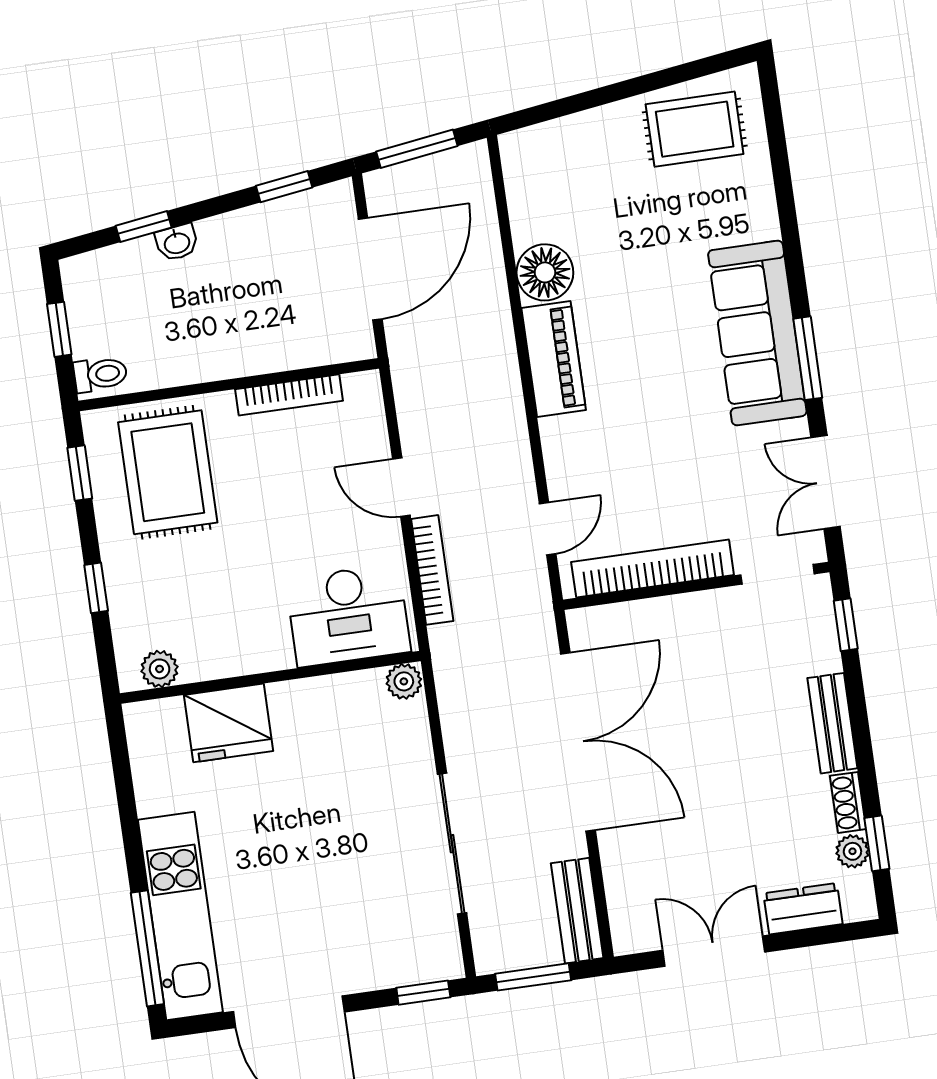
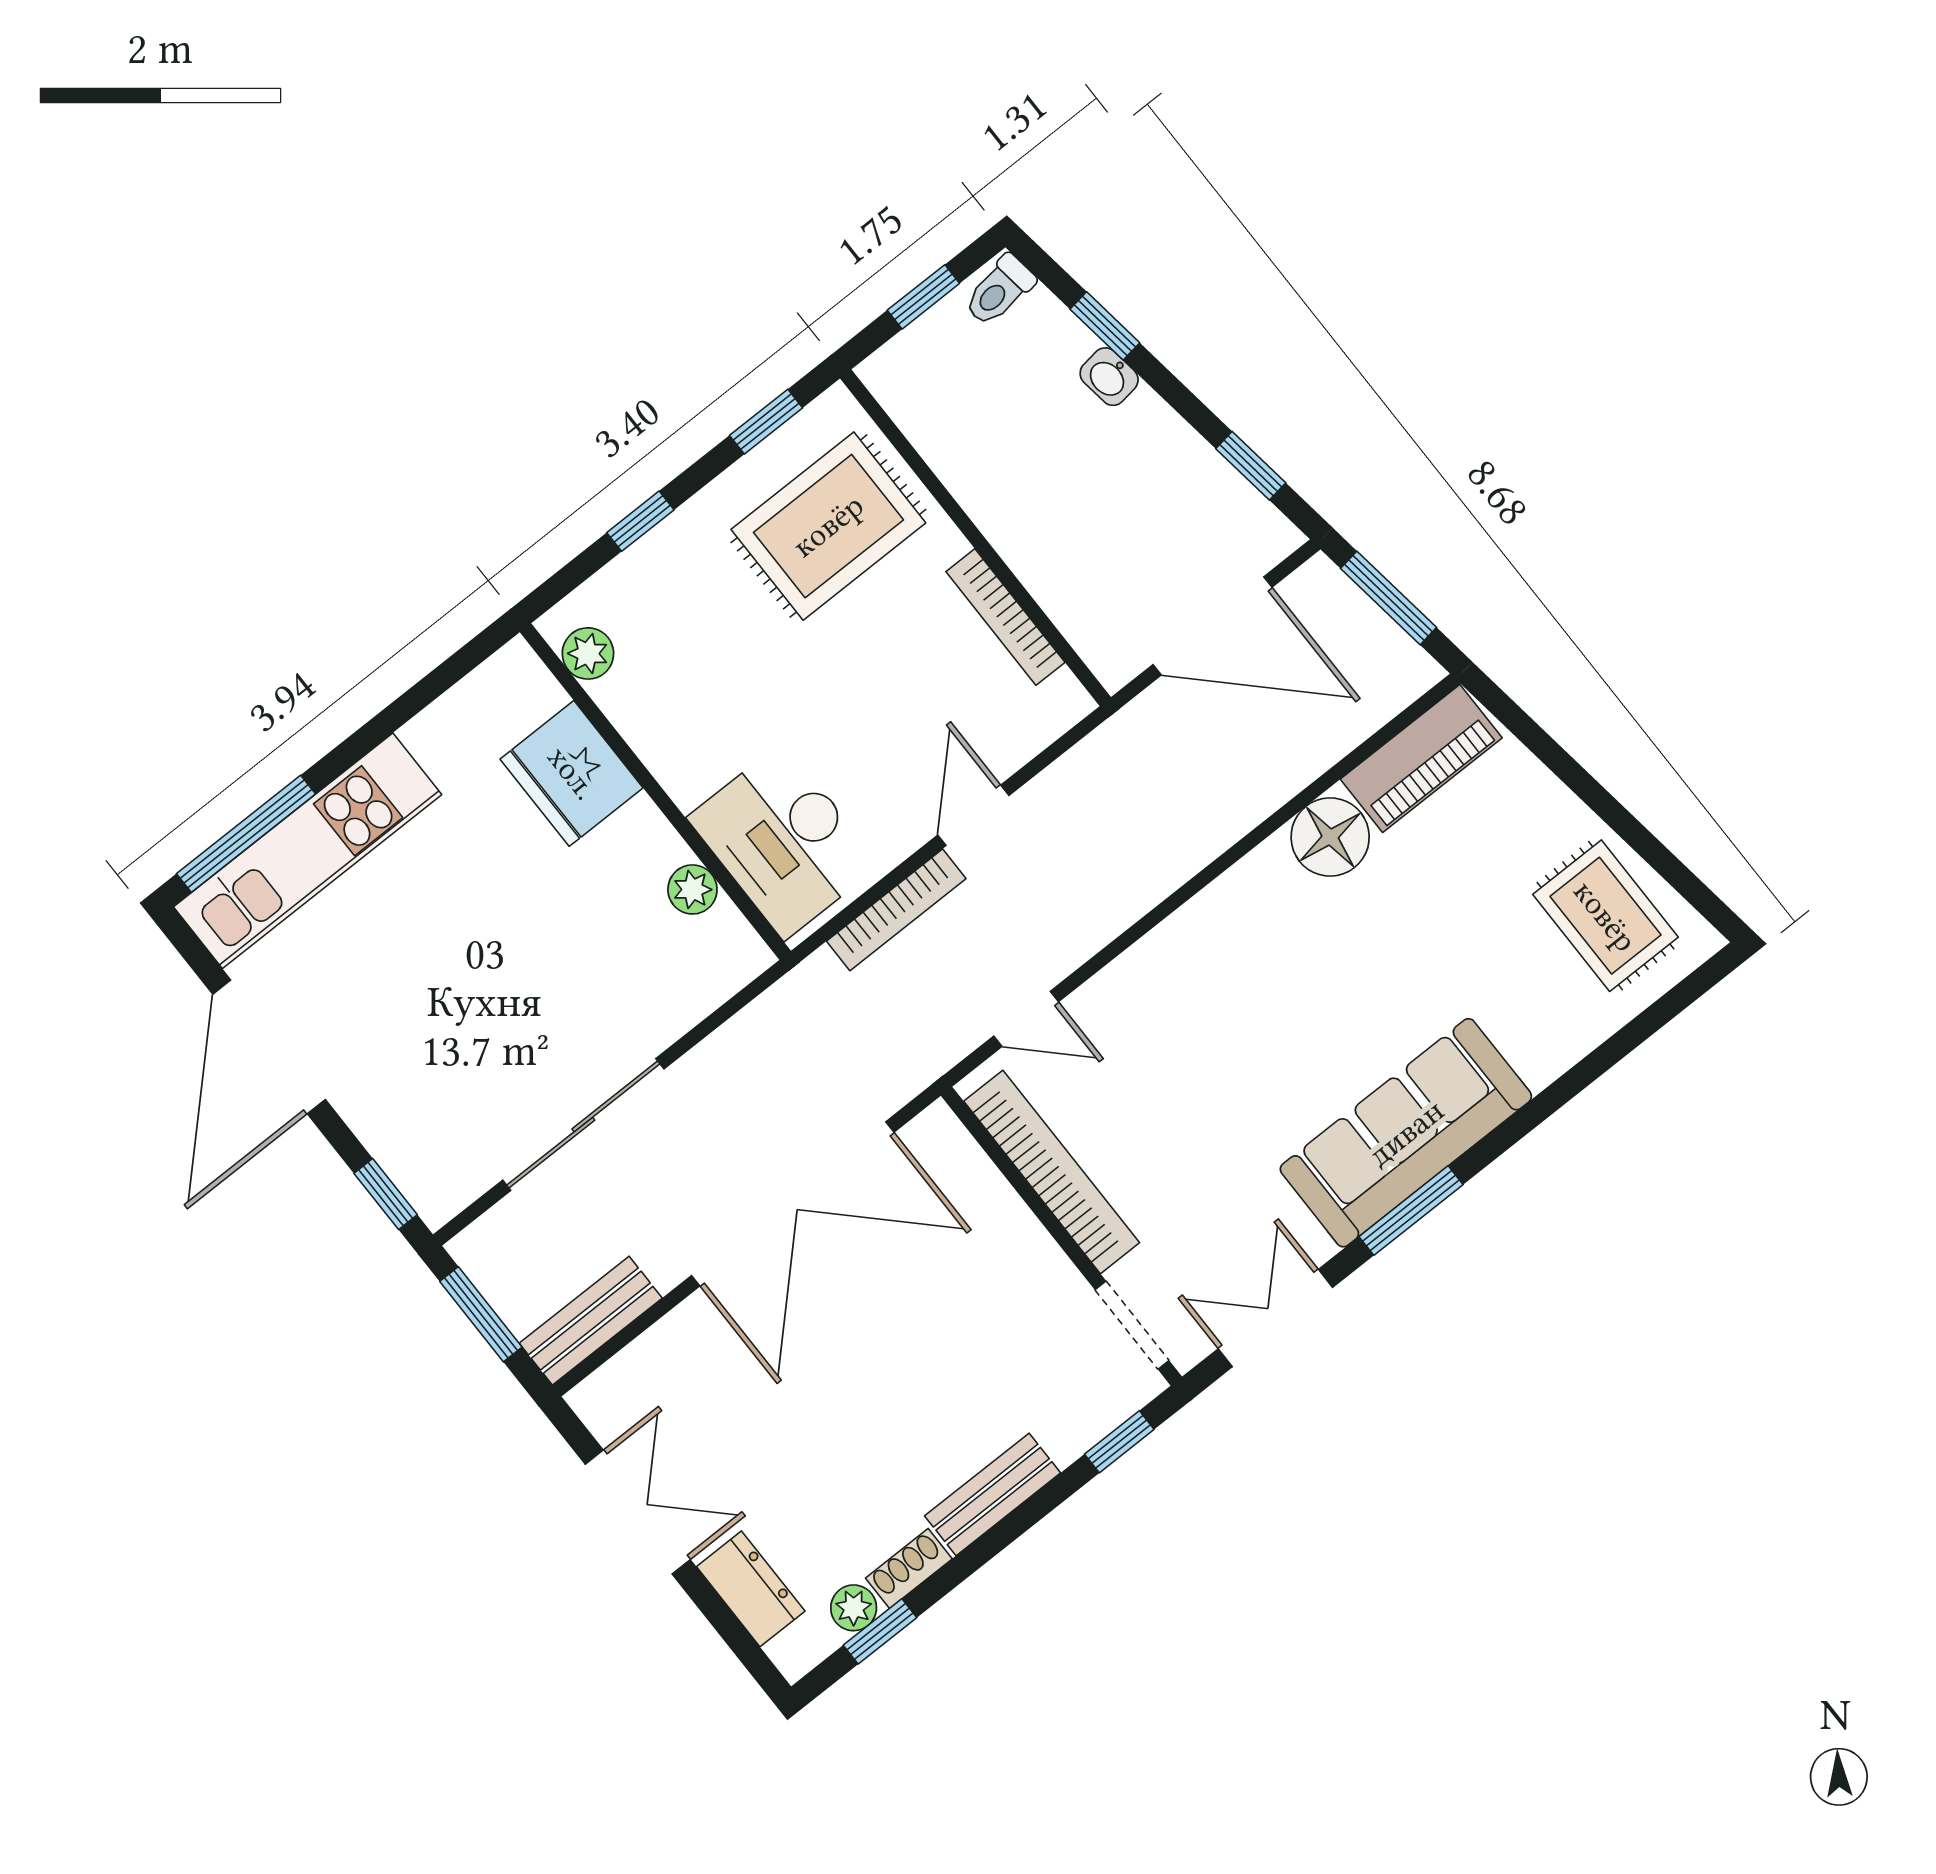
piano: (554, 359) -> (1421, 758), moved
toilet: (100, 374) -> (999, 291), moved, turned 82
plant: (404, 681) -> (692, 889), moved

